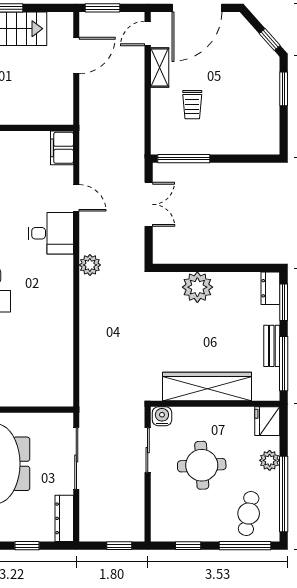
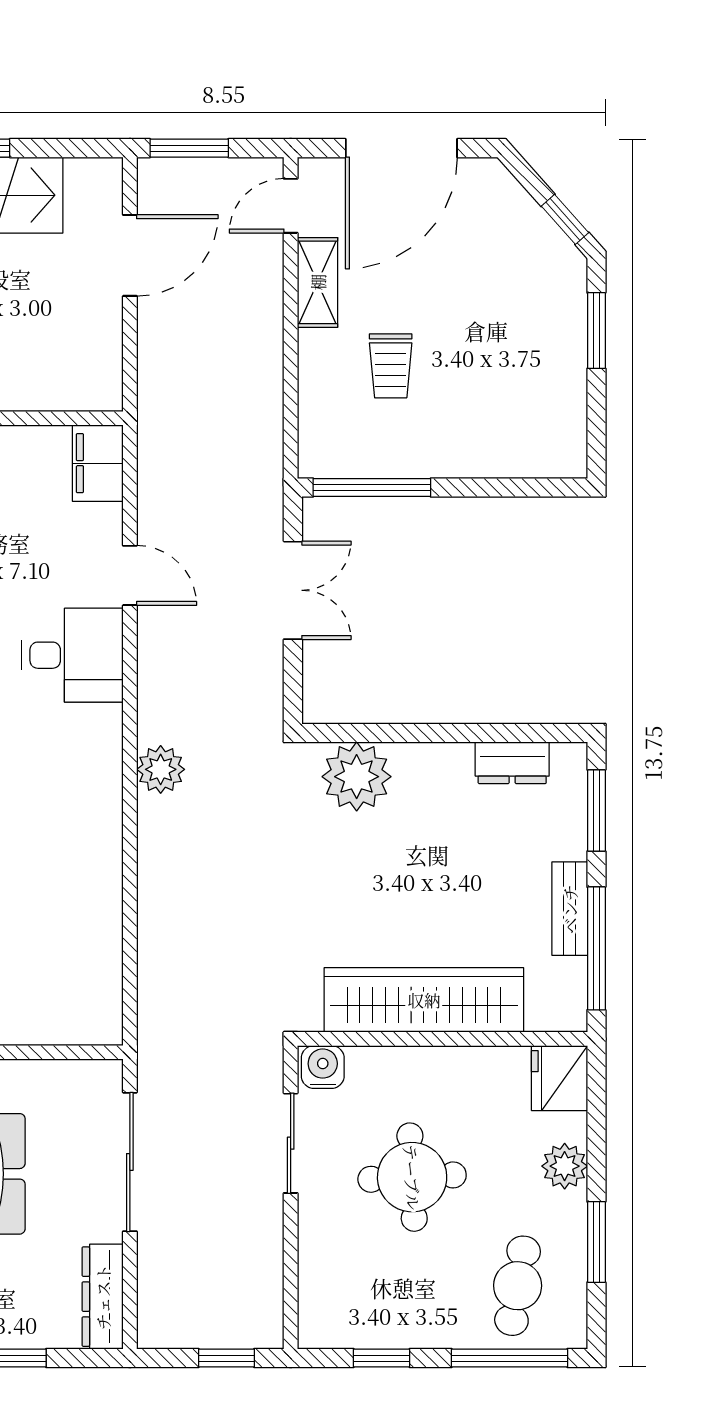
plant: (90, 265) -> (161, 769), moved
plant: (197, 287) -> (357, 777), moved
dresser: (270, 288) -> (512, 763), moved, turned -90
window: (284, 494) -> (596, 1242), width x0.47

